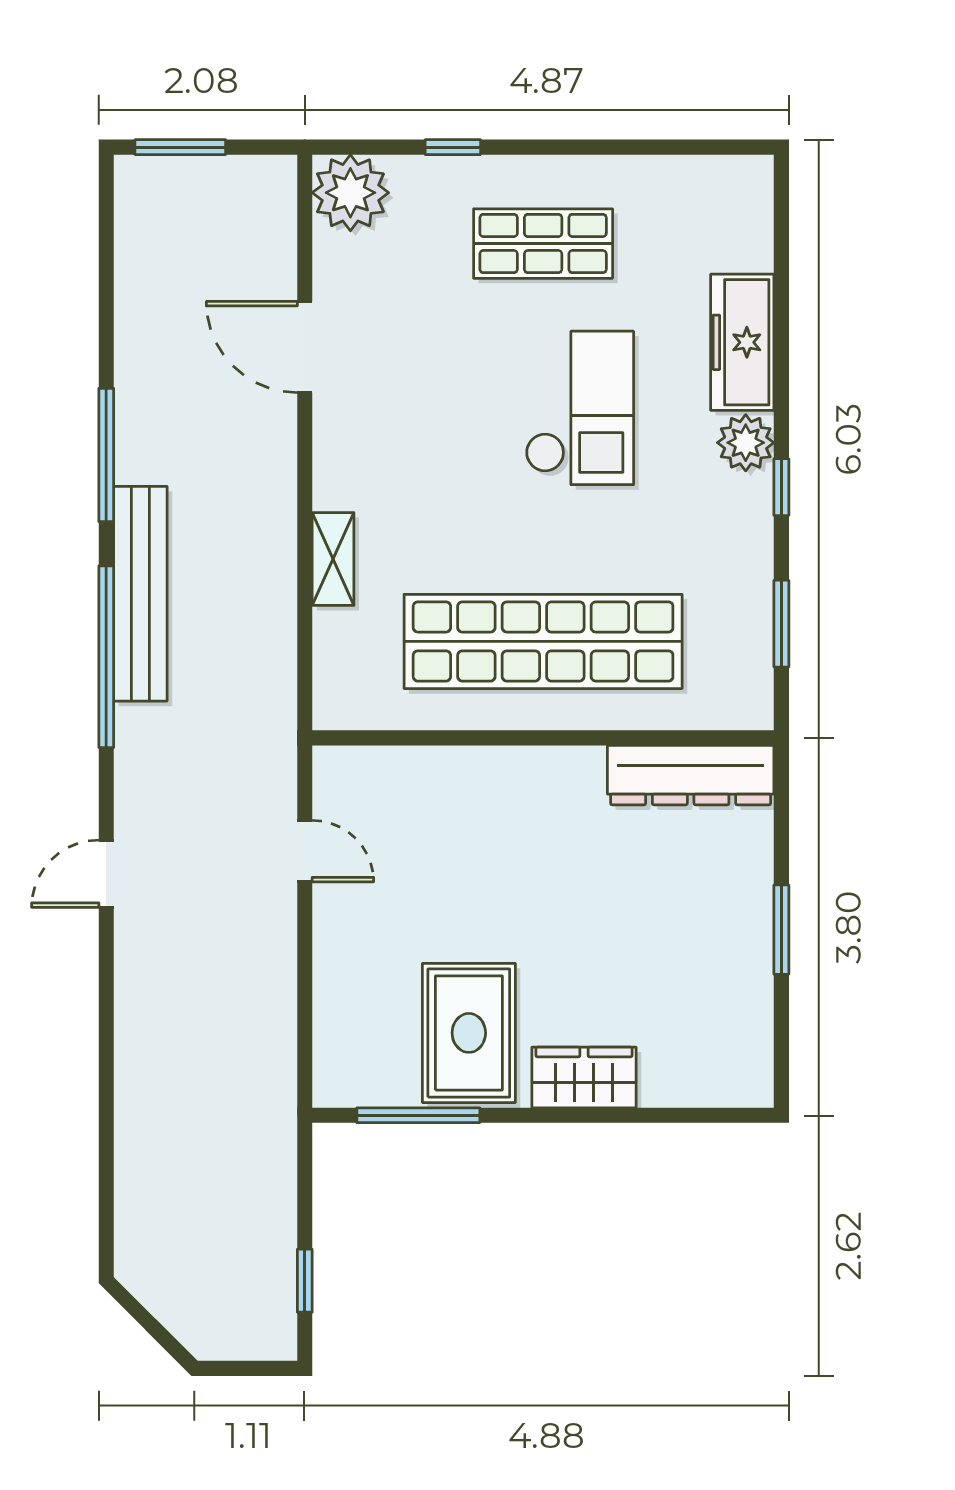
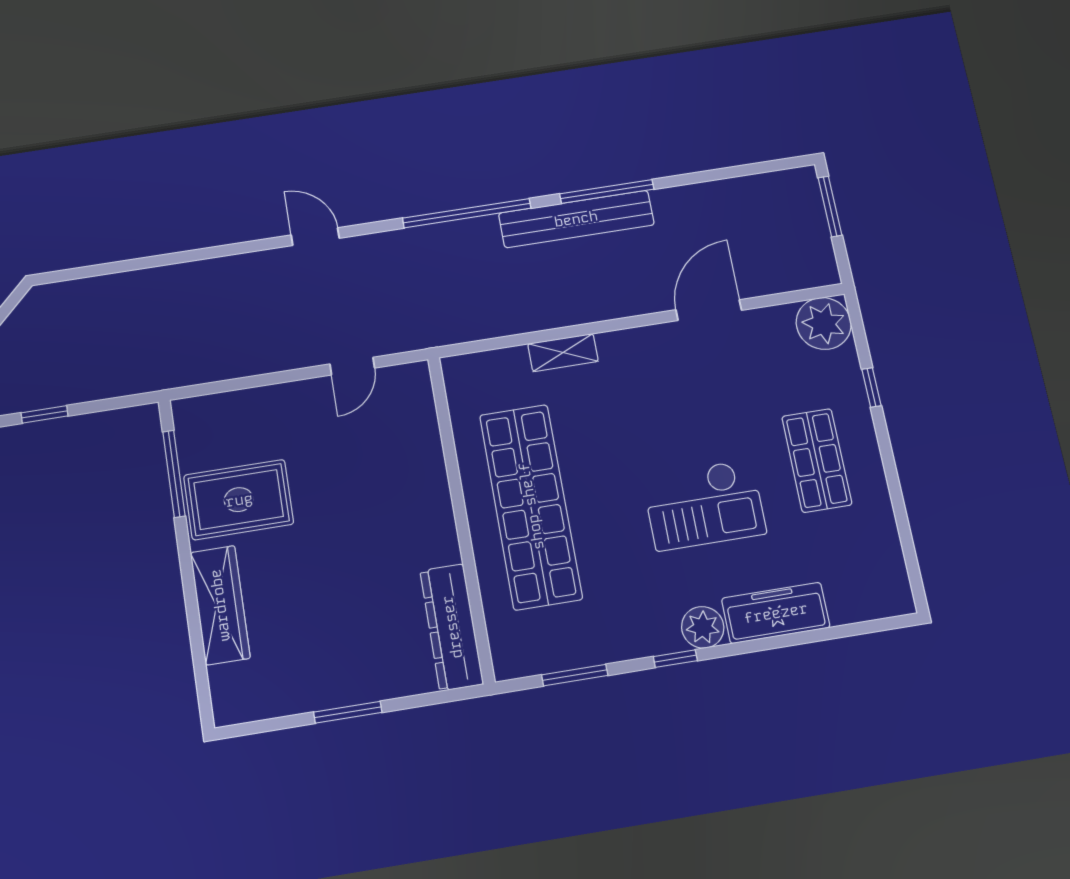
bench: (140, 594) -> (576, 219), moved
wardrobe: (584, 1077) -> (220, 605), width x1.50

